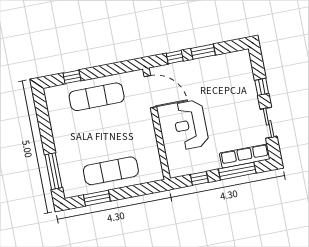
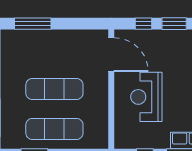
window: (72, 77) -> (33, 24), width x2.17
exercise mat: (97, 97) -> (54, 89), moved

